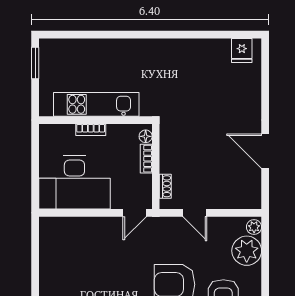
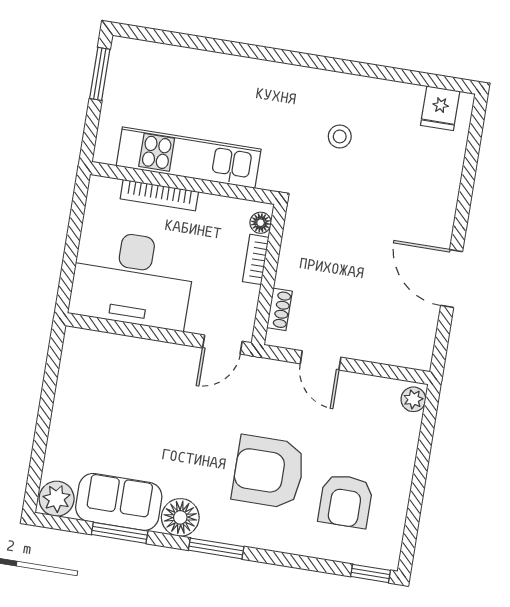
stool: (185, 77) -> (340, 136), added
bookcase: (91, 130) -> (159, 195), width x1.56
plant: (247, 251) -> (395, 436), removed

